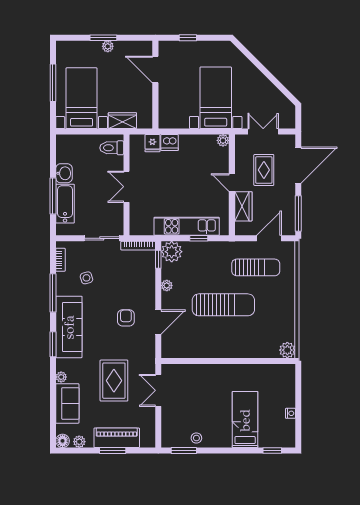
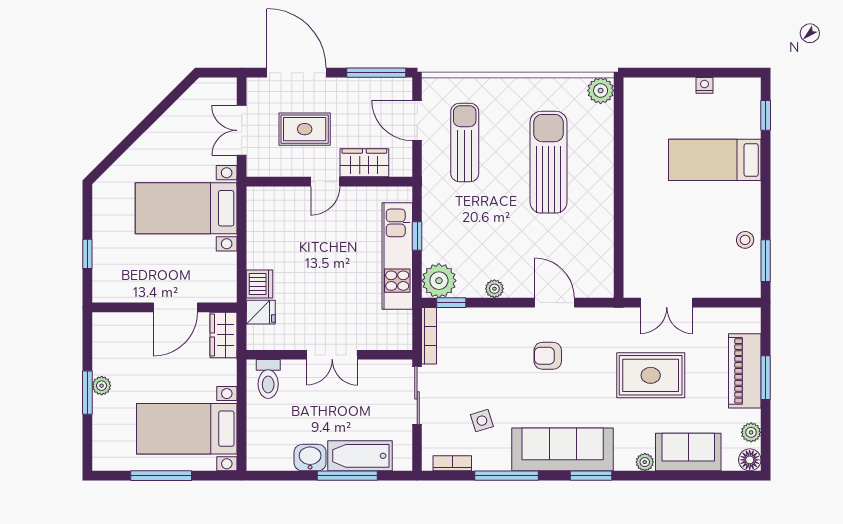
door: (155, 70) -> (175, 307), moved
wardrobe: (122, 121) -> (224, 335), moved
plant: (223, 140) -> (256, 196), removed
sun lounger: (223, 305) -> (549, 162), moved

